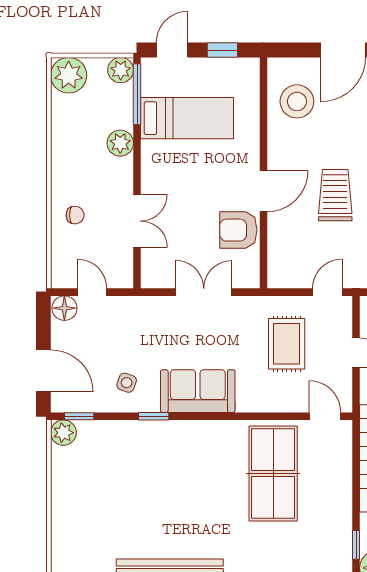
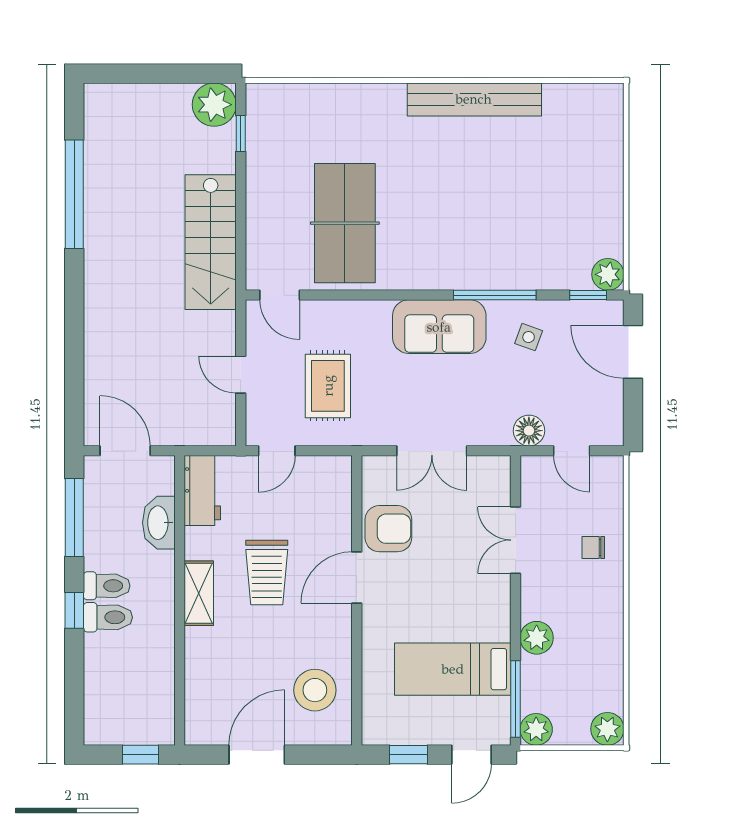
plant: (69, 75) -> (607, 729), width x0.73, depth x0.73
floor lamp: (64, 308) -> (529, 431), moved
window: (154, 416) -> (495, 295), width x2.17

